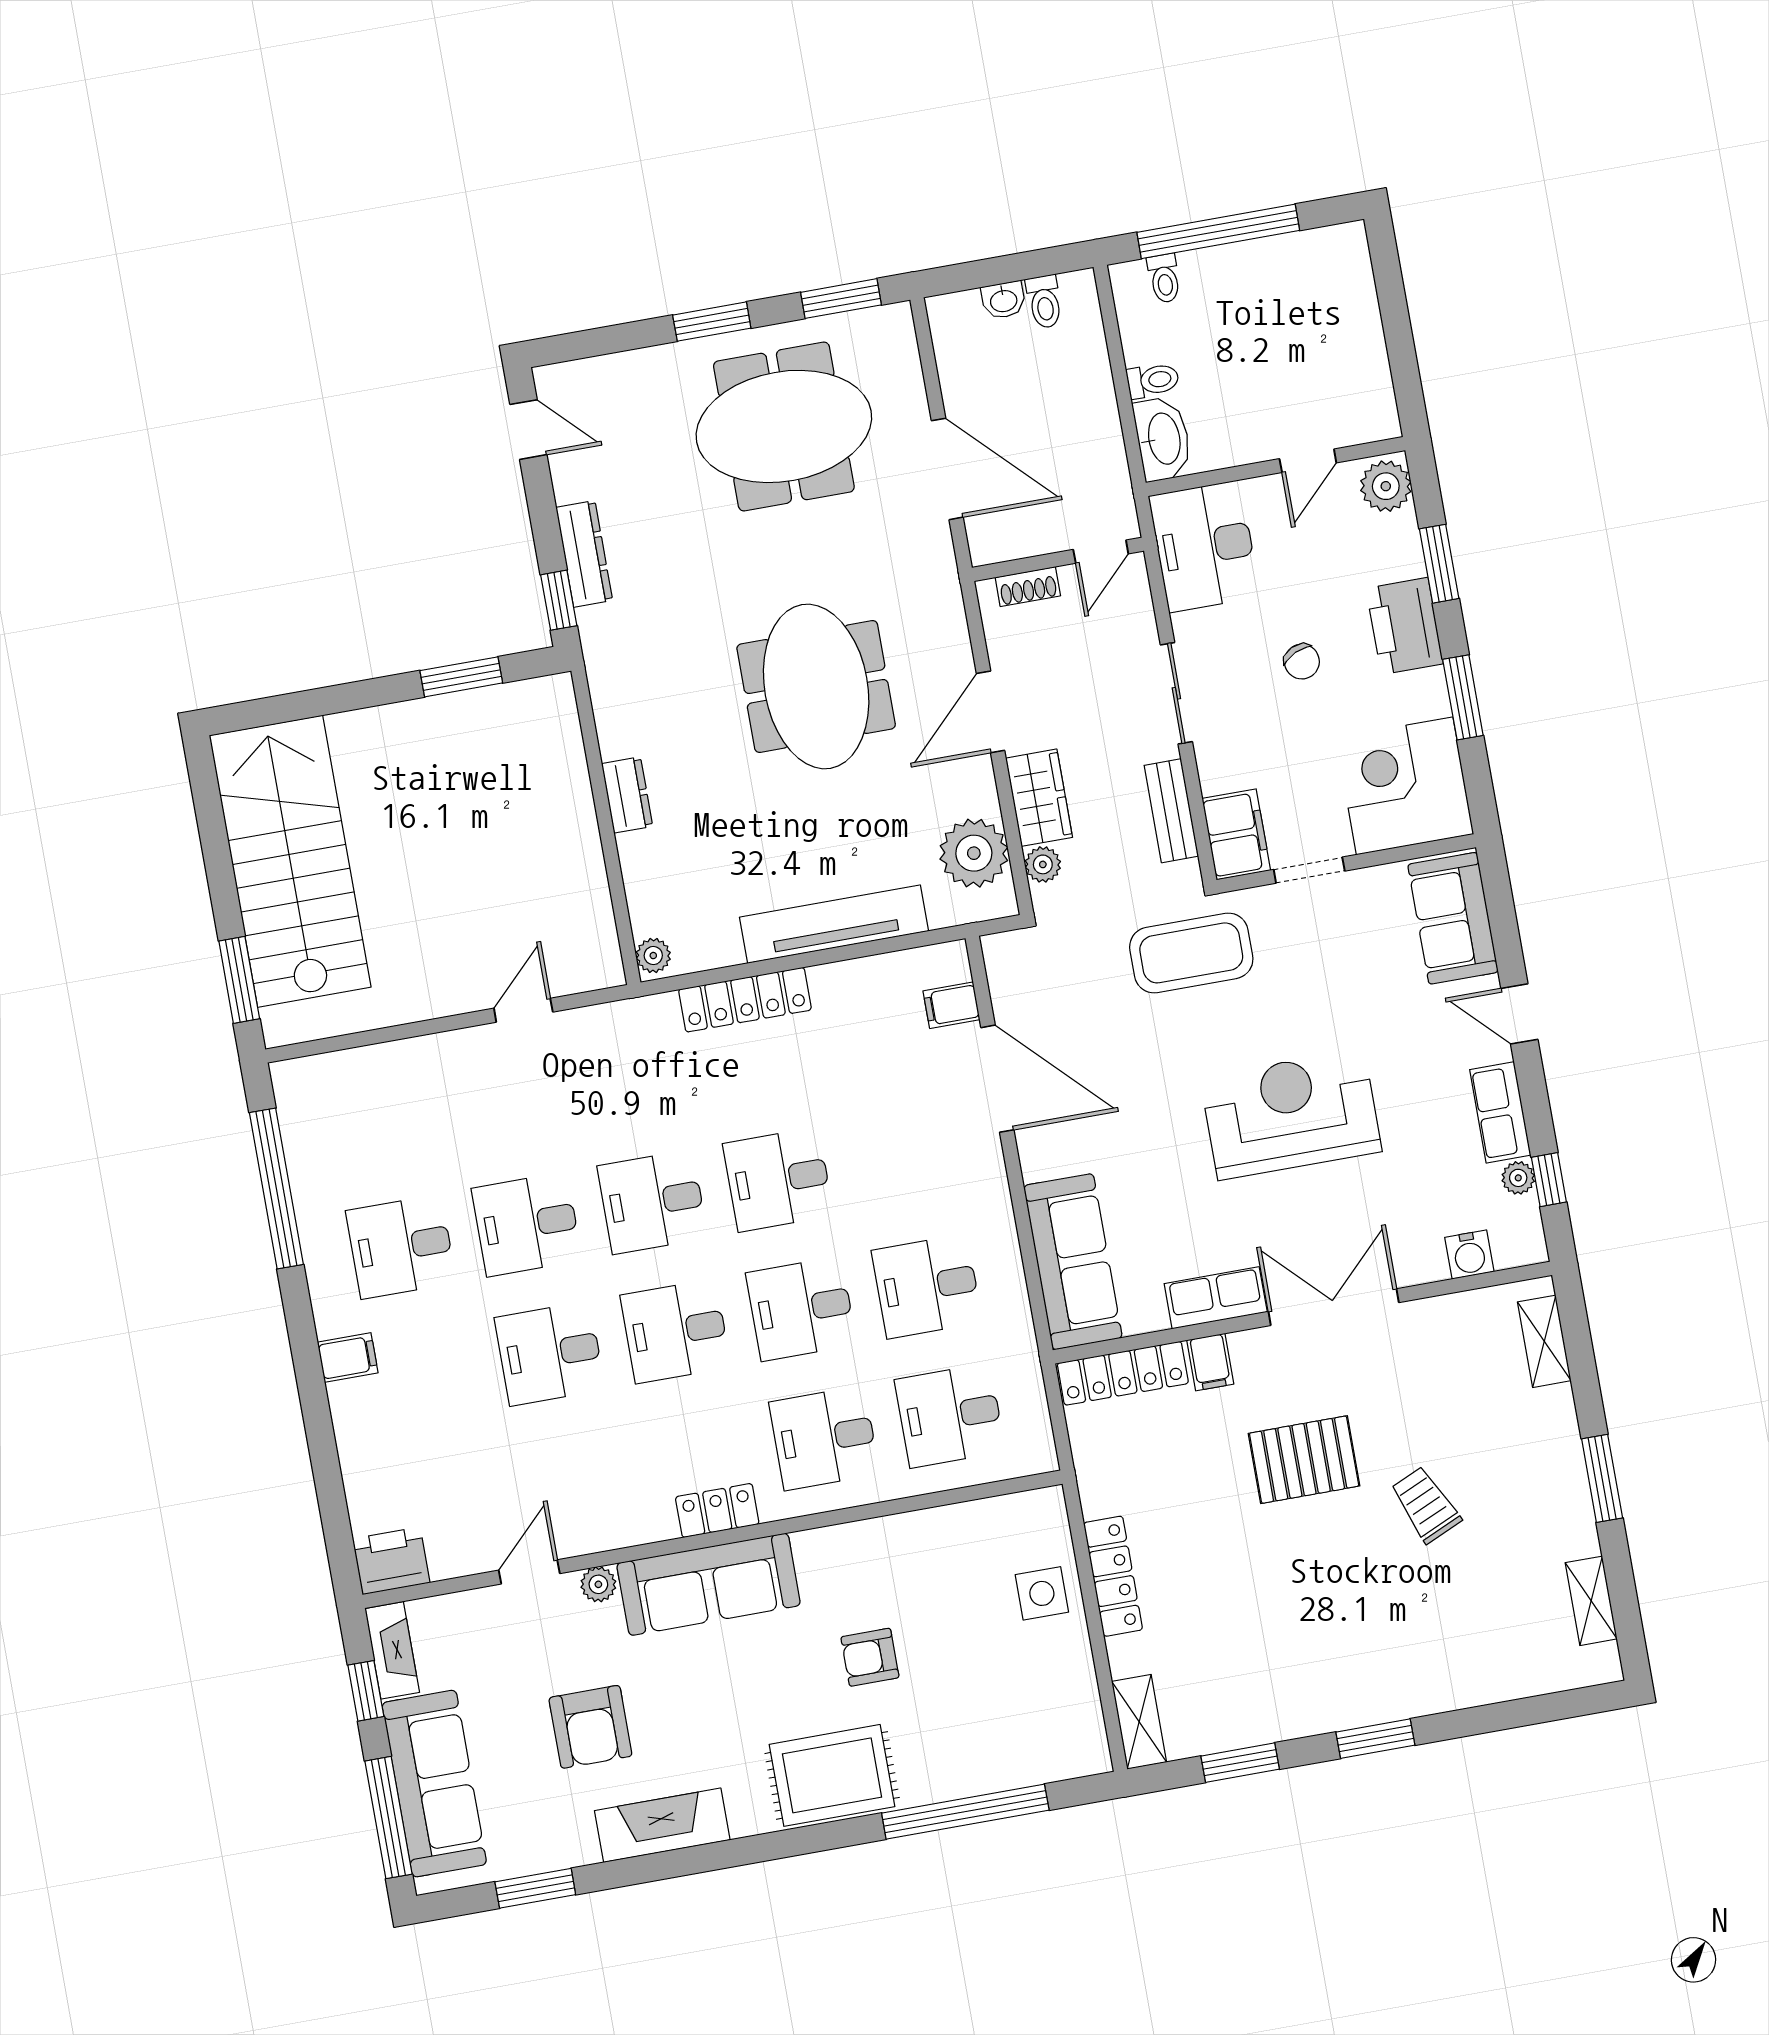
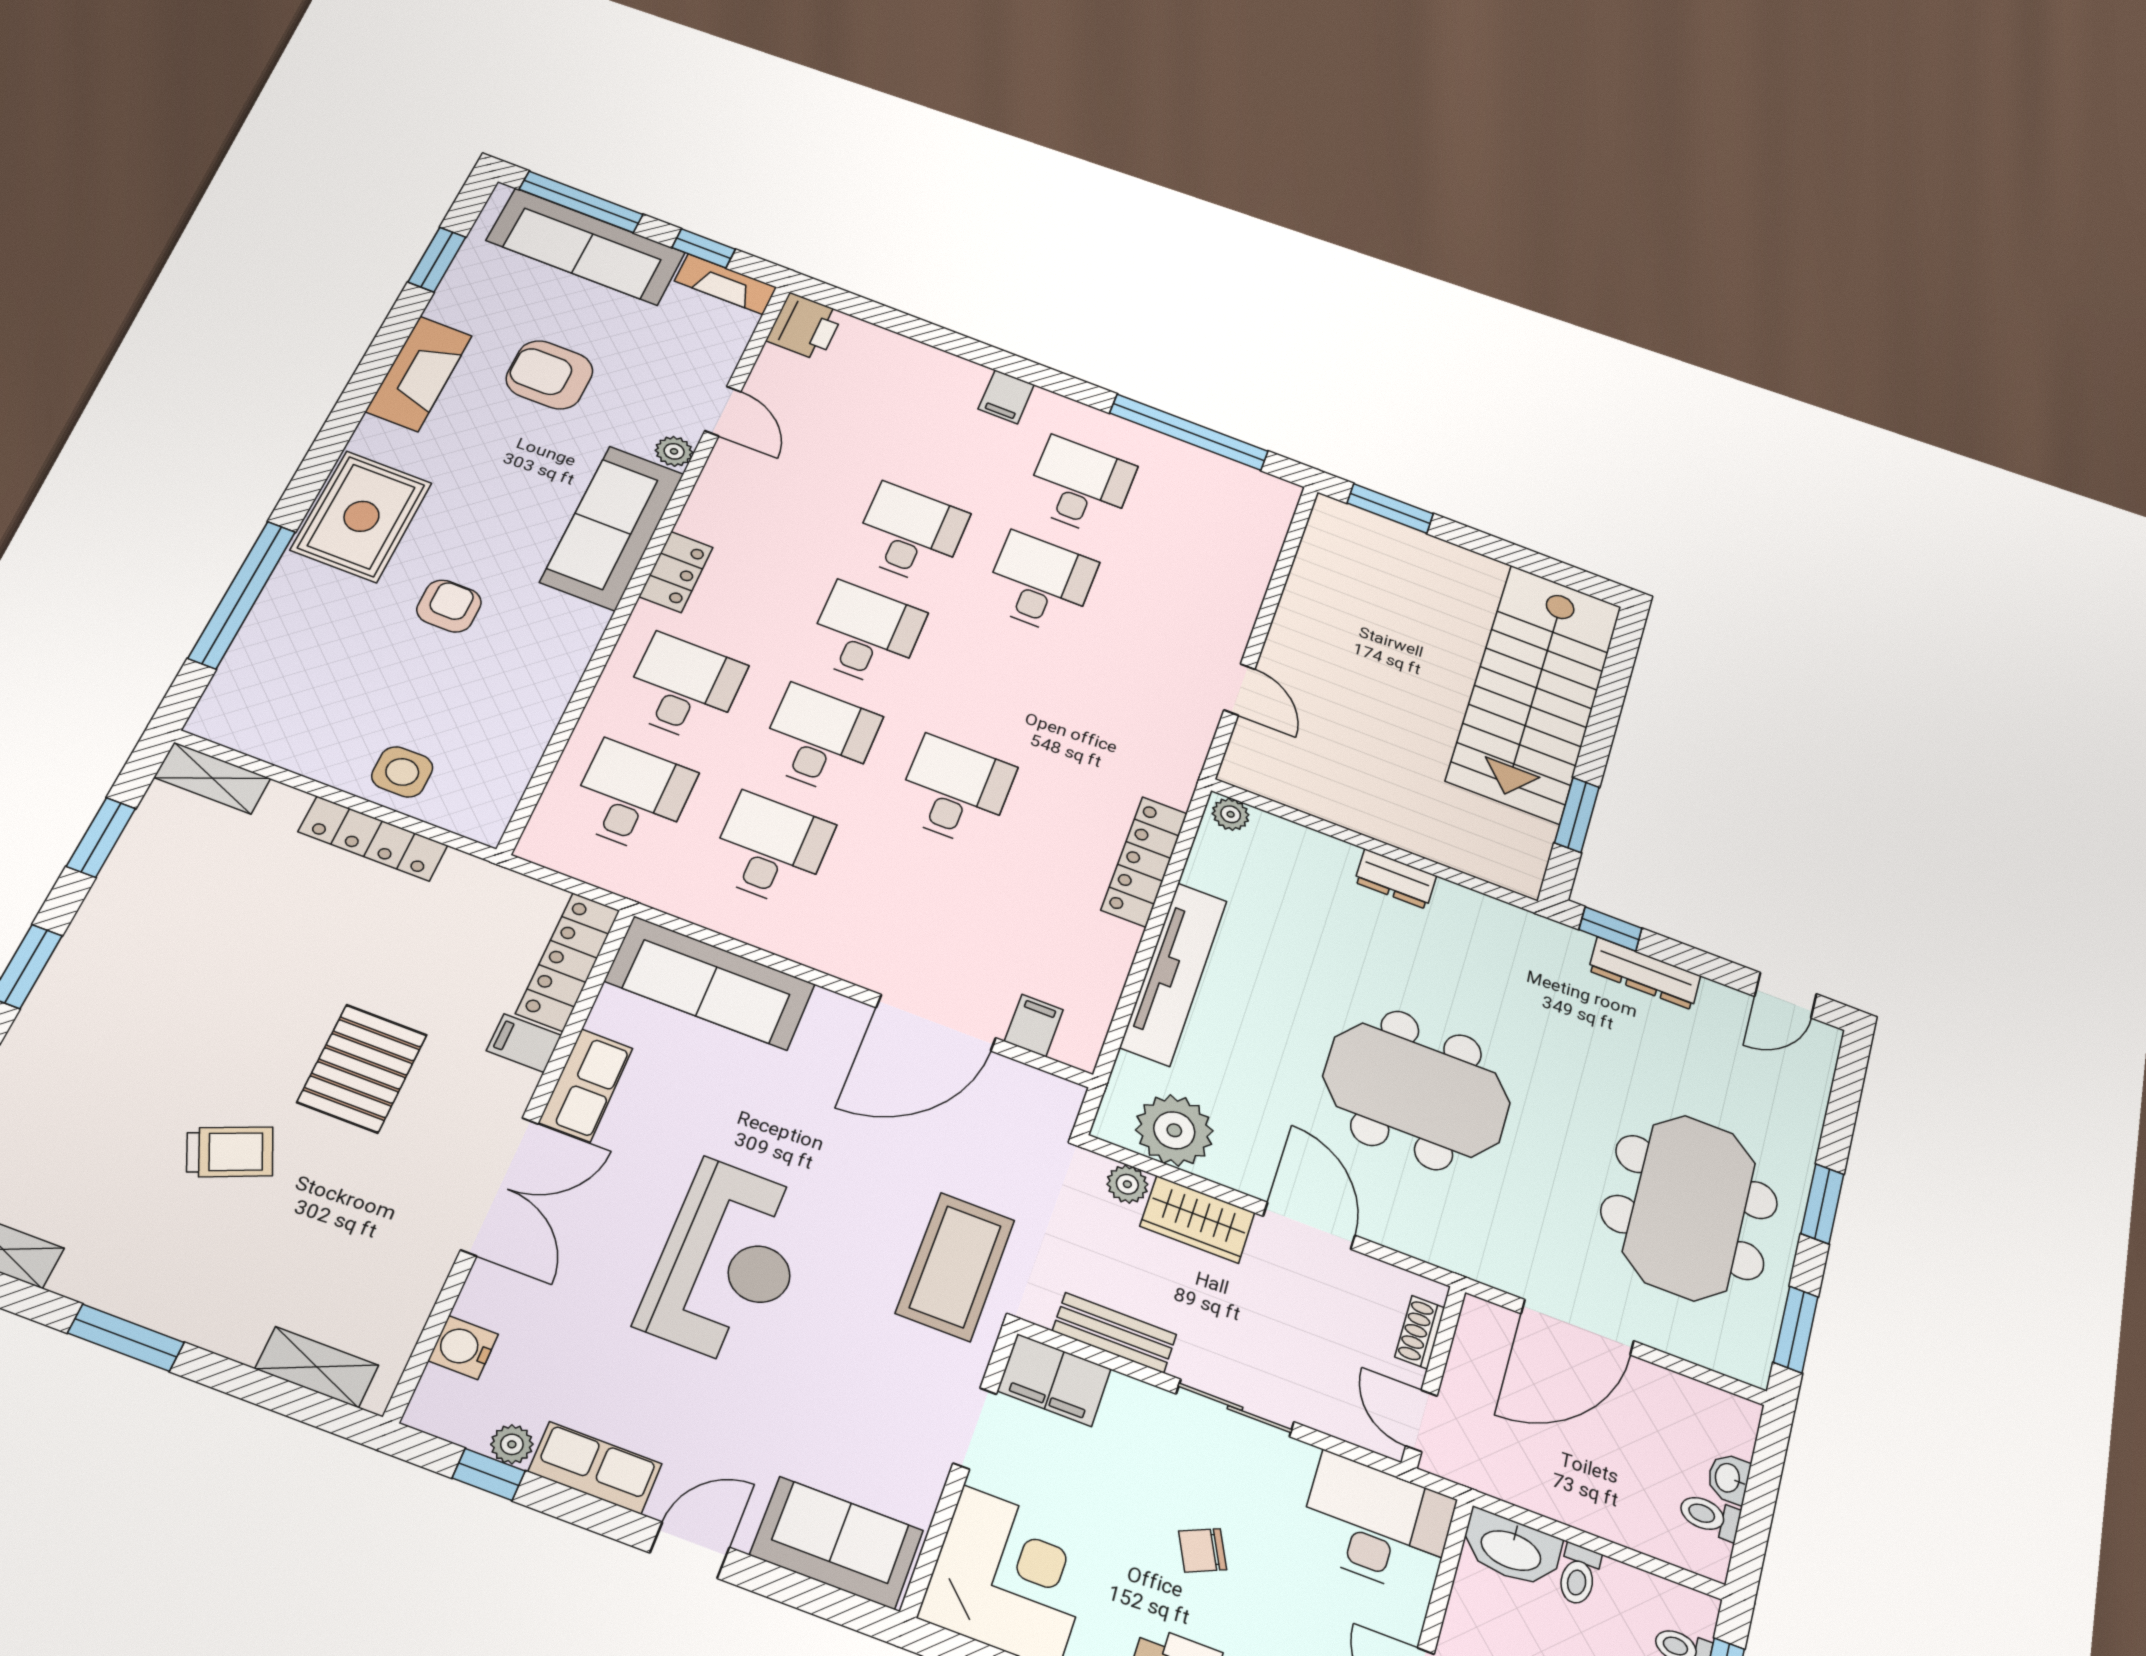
stairs: (290, 861) -> (1535, 692), moved, turned 90
desk: (652, 1202) -> (999, 685), removed

